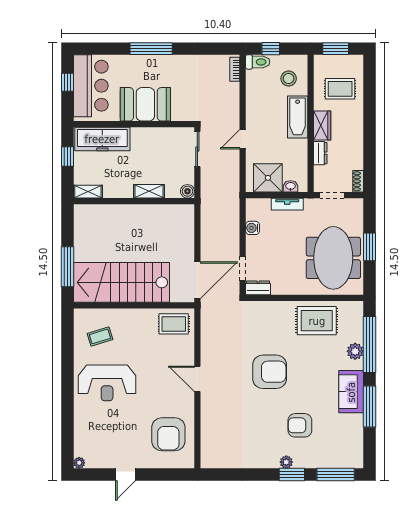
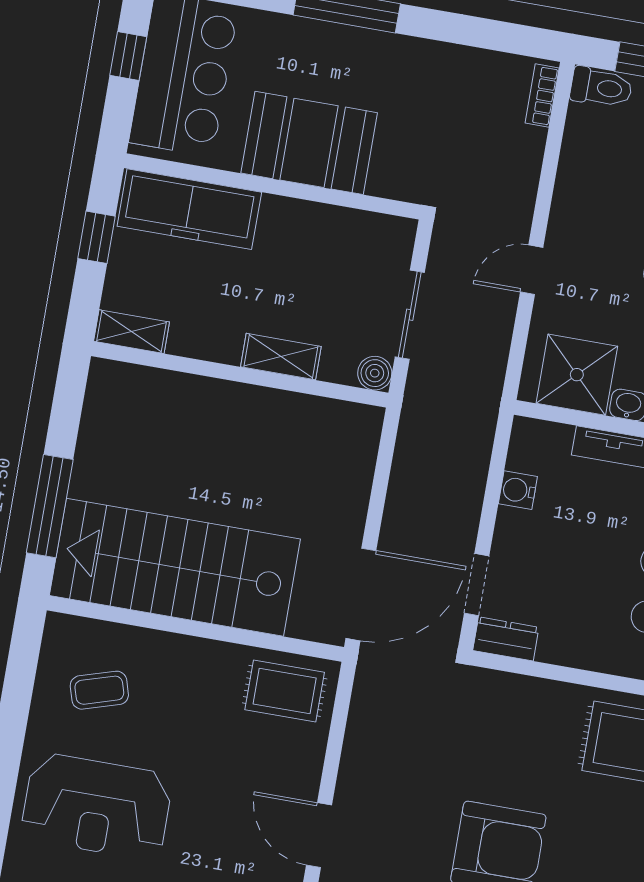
sliding door: (197, 149) -> (410, 315), moved

